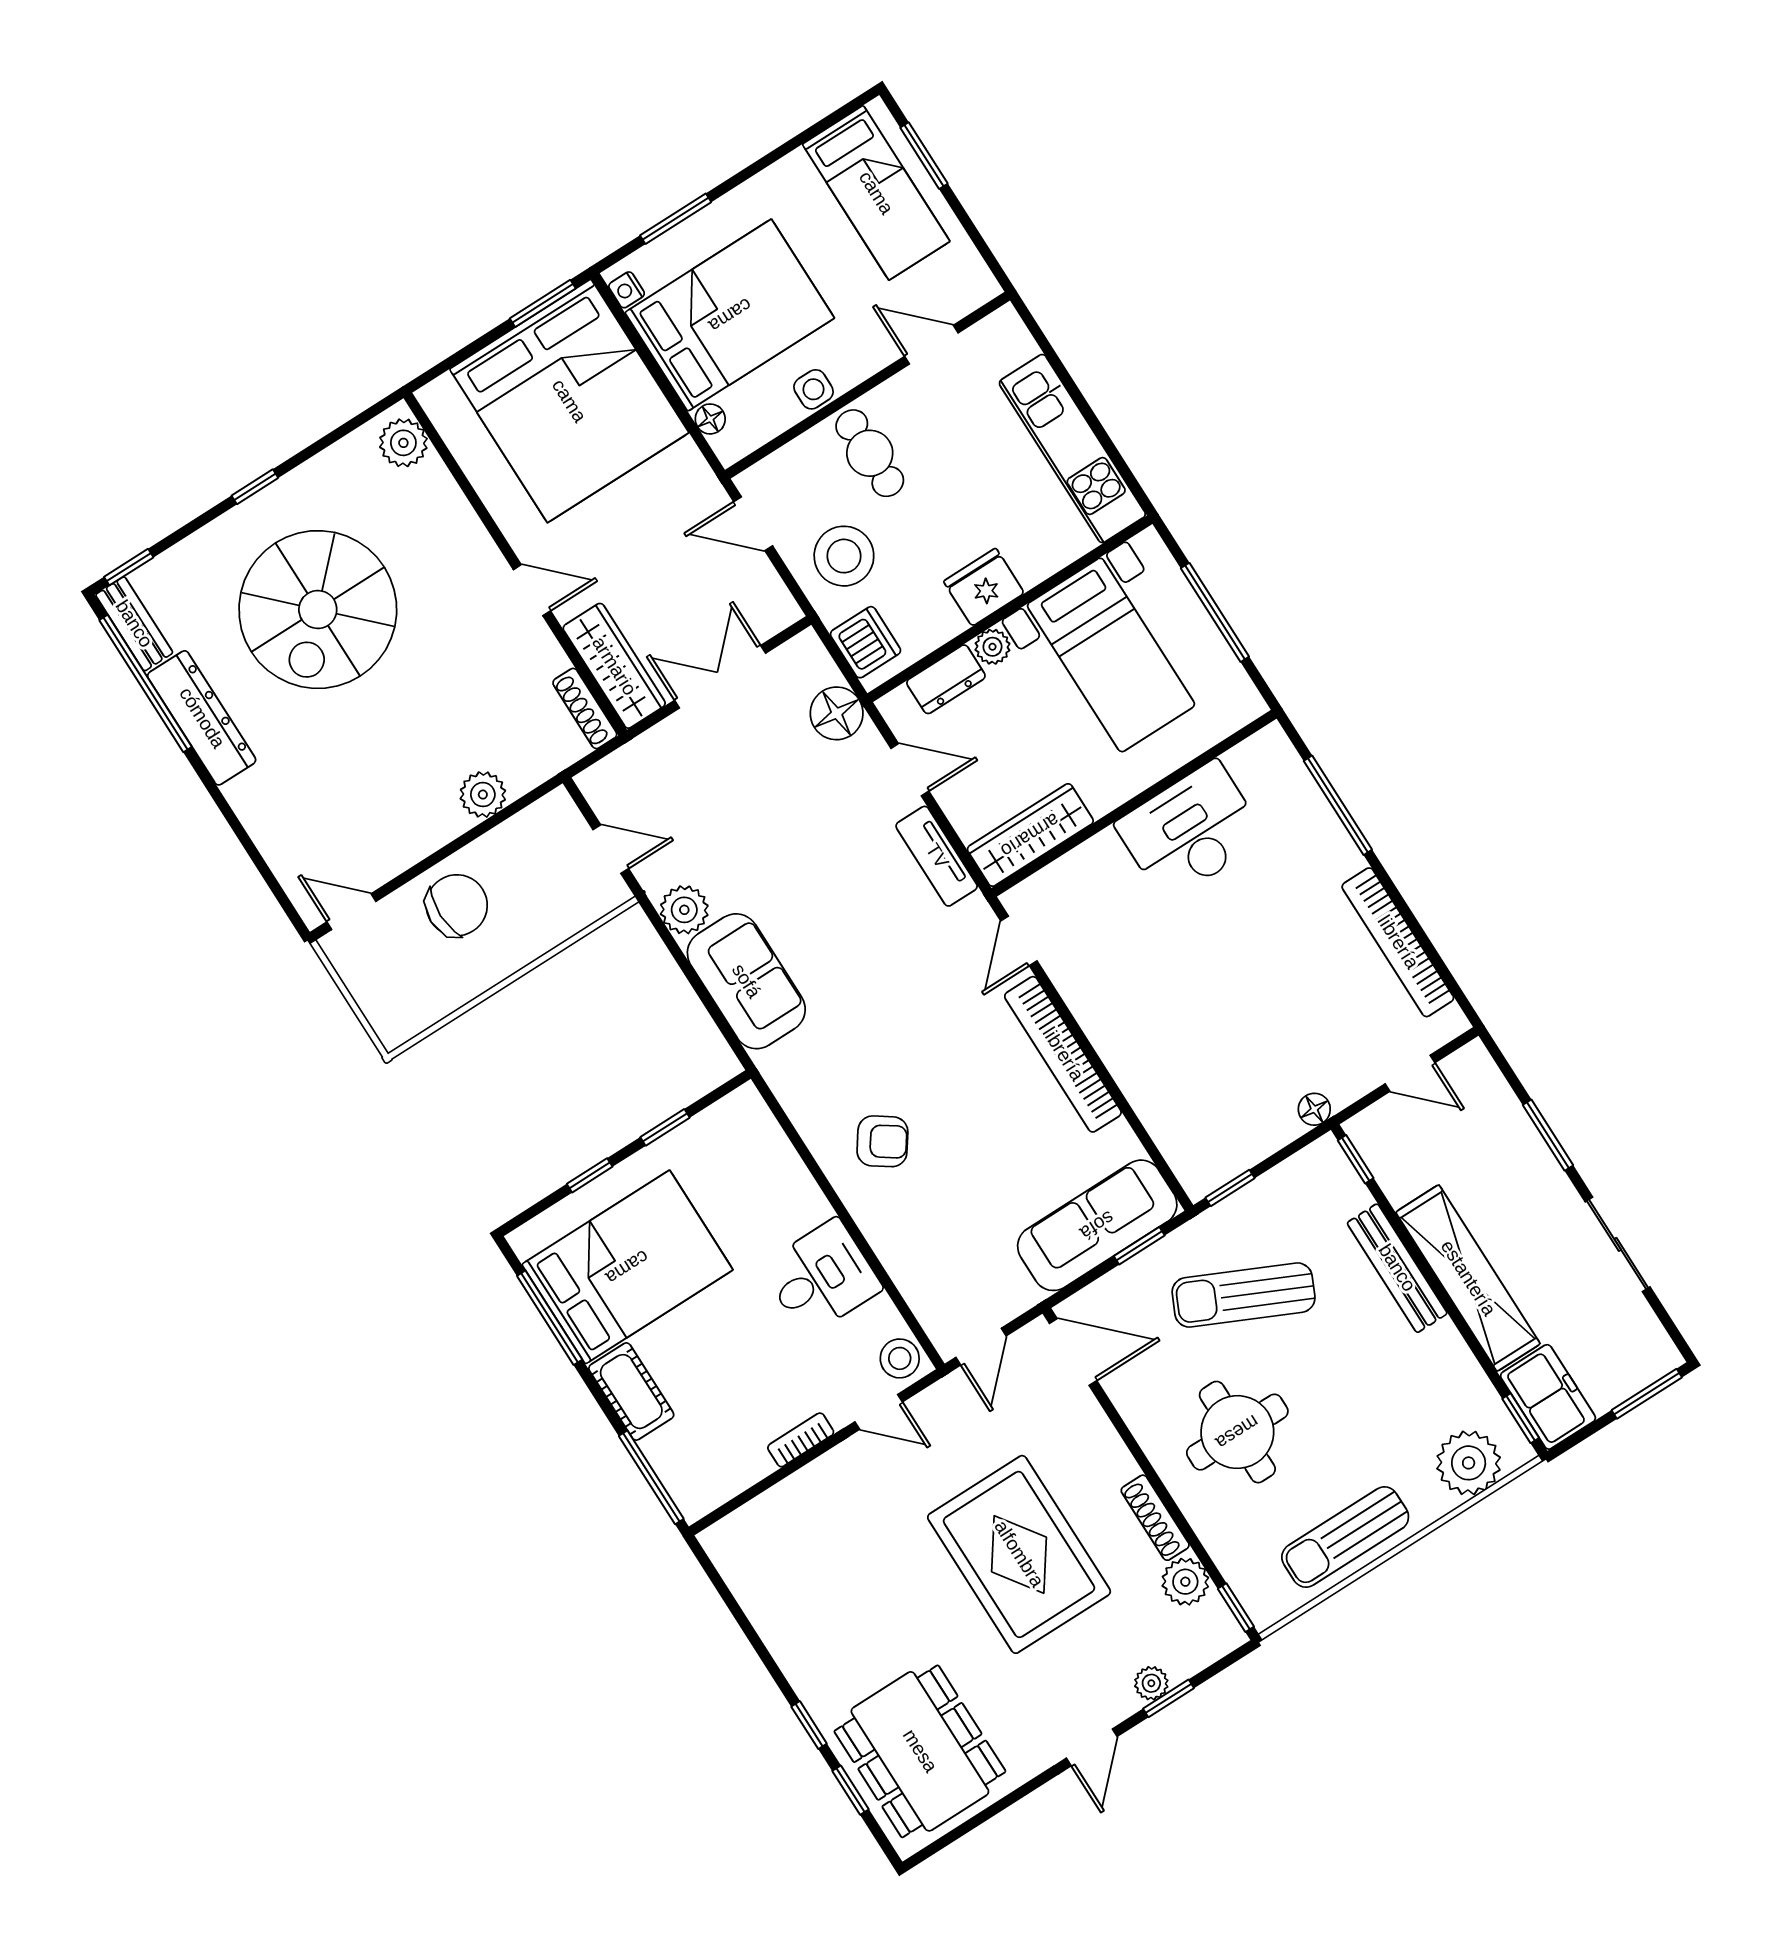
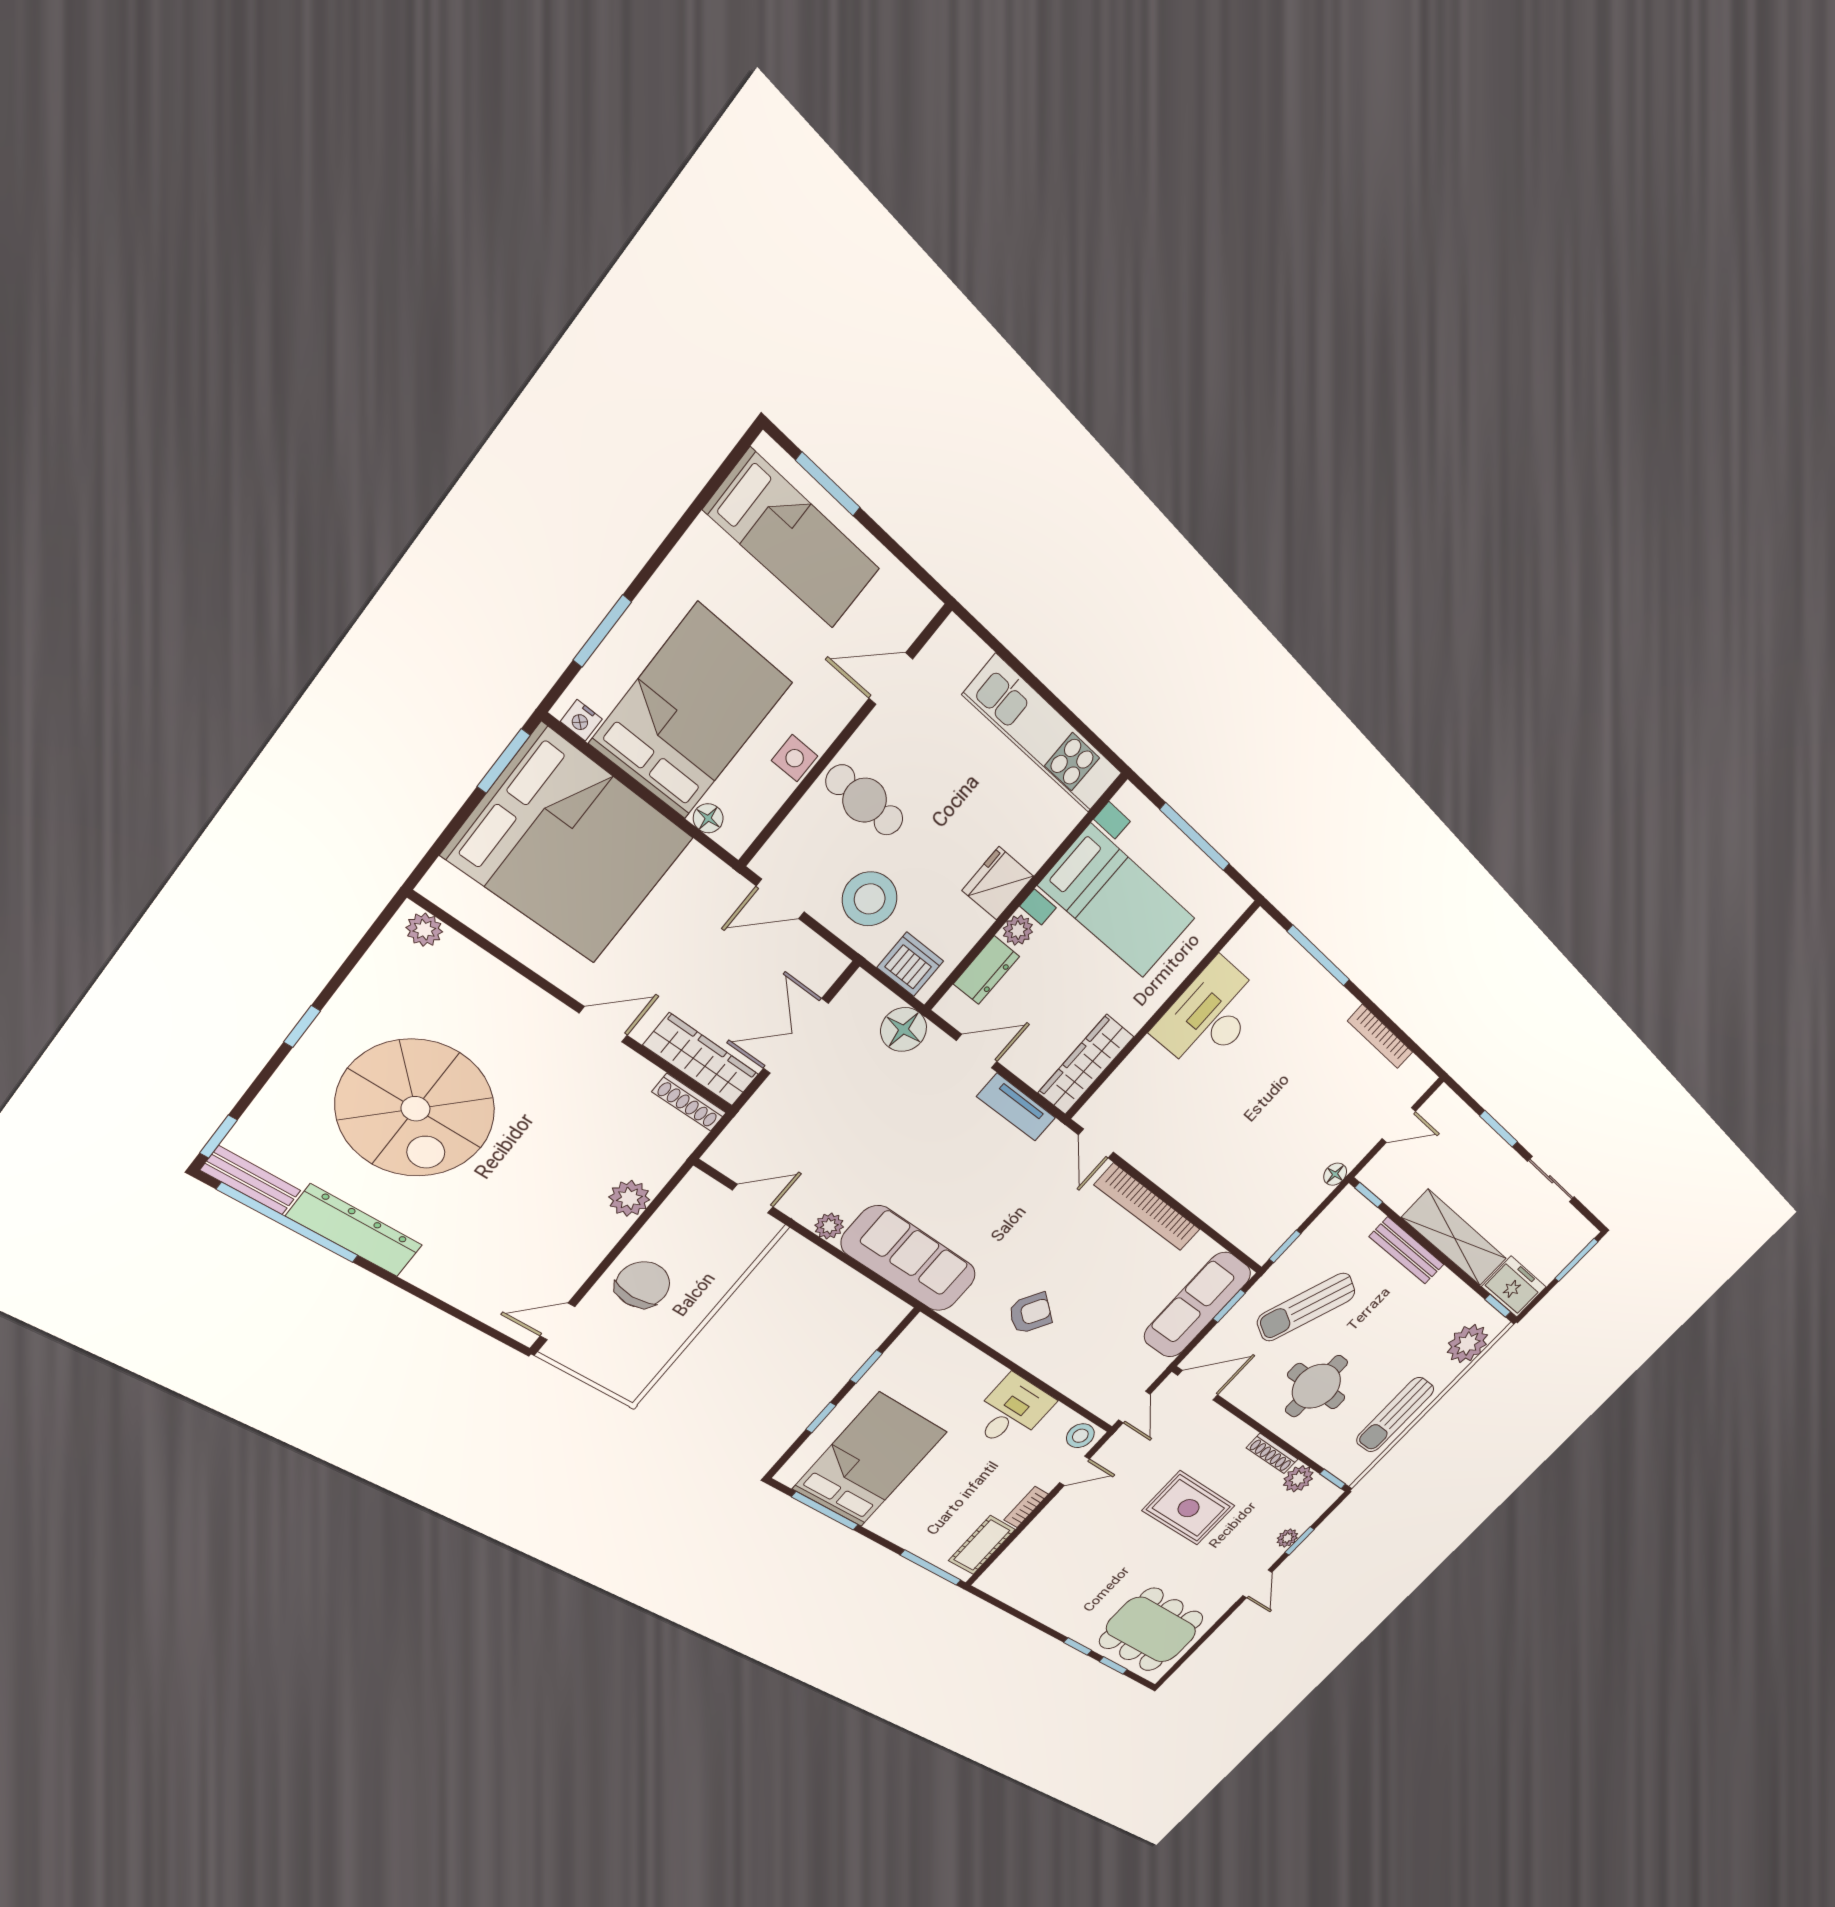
plant: (403, 443) -> (424, 930), width x0.73, depth x0.73
plant: (684, 910) -> (829, 1226), width x0.73, depth x0.73
bookcase: (1398, 942) -> (1380, 1037), width x0.68, depth x0.76
sofa: (746, 981) -> (909, 1259), width x1.36
cot: (631, 1392) -> (982, 1545), moved, turned 90
rug: (1019, 1554) -> (1189, 1508), width x0.73, depth x0.69

